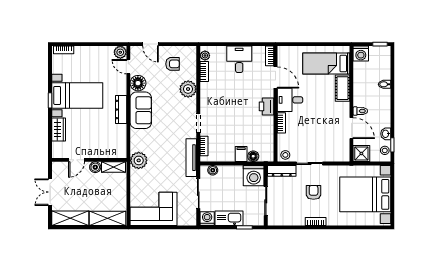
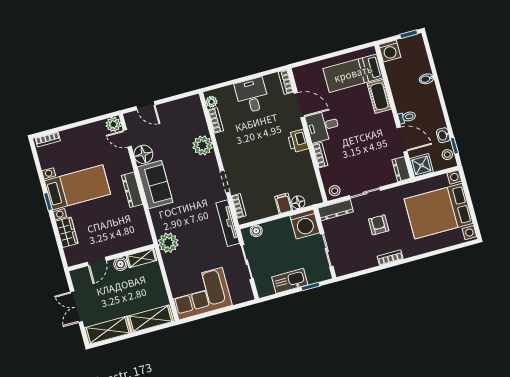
armchair: (173, 64) -> (177, 121), removed
dresser: (344, 152) -> (401, 169), added
washing machine: (207, 219) -> (265, 288), removed

